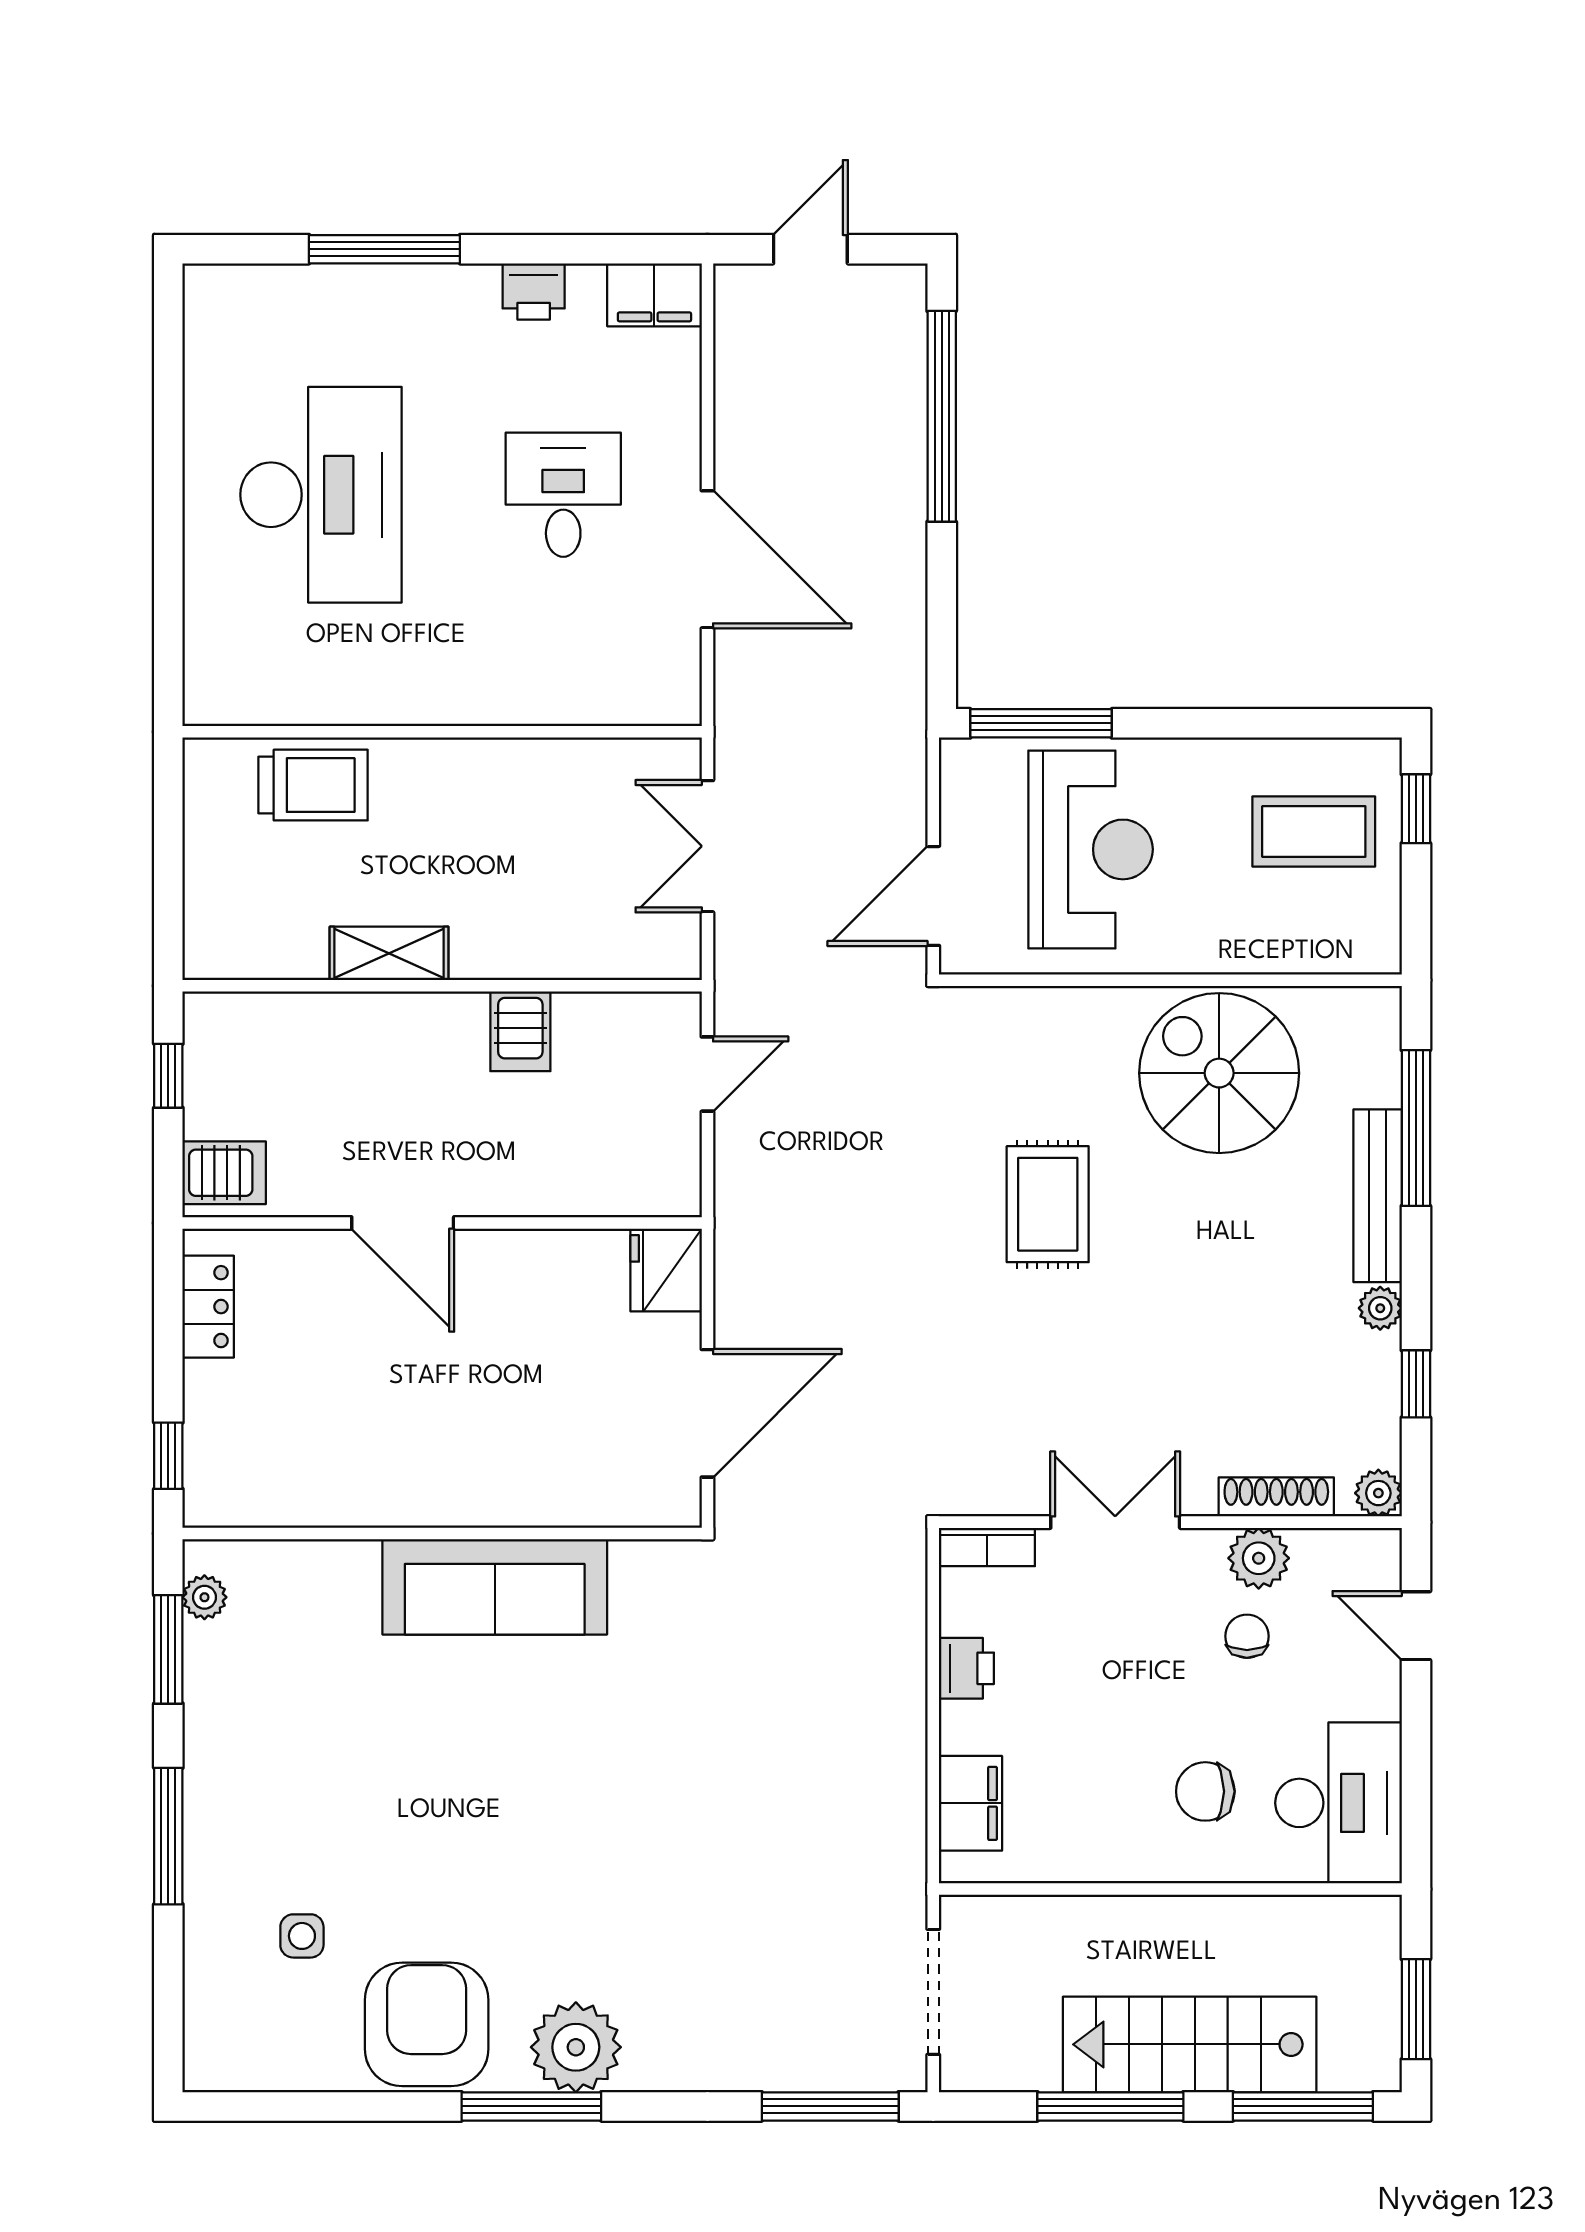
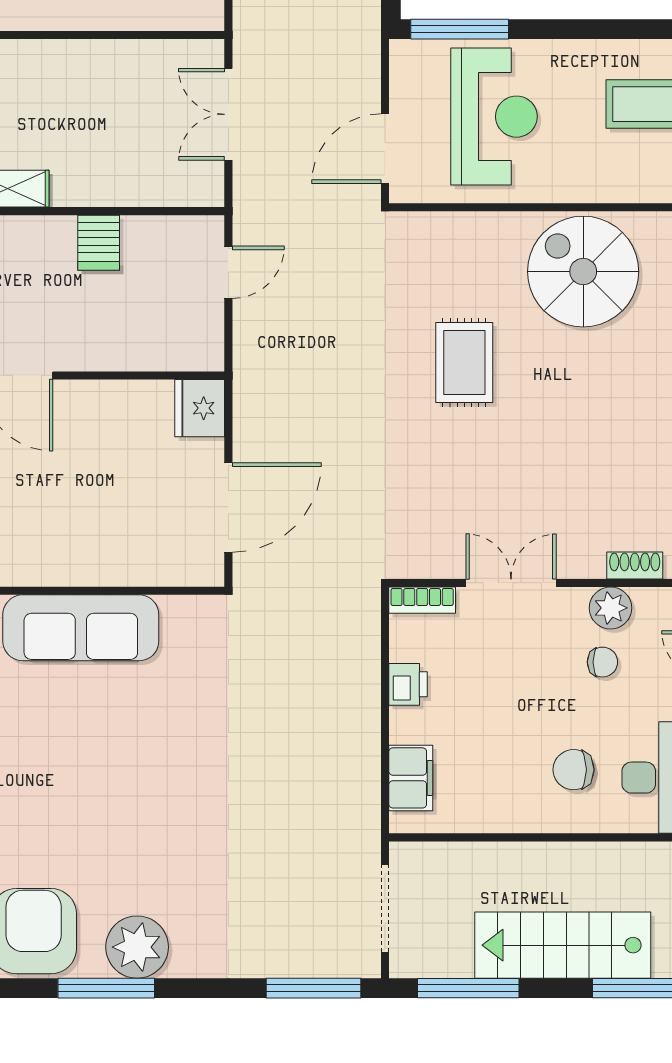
shoe rack: (1276, 1497) -> (635, 565), width x0.70
chair: (1247, 1636) -> (602, 662), turned 90
window: (1110, 2106) -> (468, 988), moved

